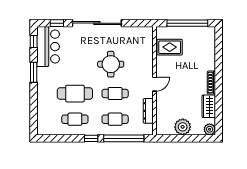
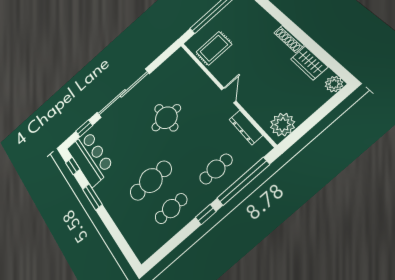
cafe table: (115, 94) -> (194, 142), removed
plant: (183, 127) -> (283, 125), moved

